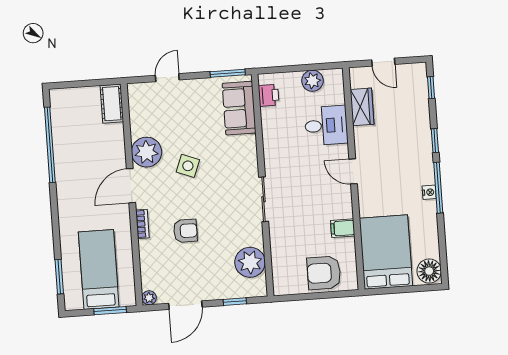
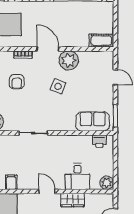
plant: (312, 81) -> (107, 183), moved
wardrobe: (362, 107) -> (73, 200), moved
door: (353, 171) -> (47, 191), hinge flipped

